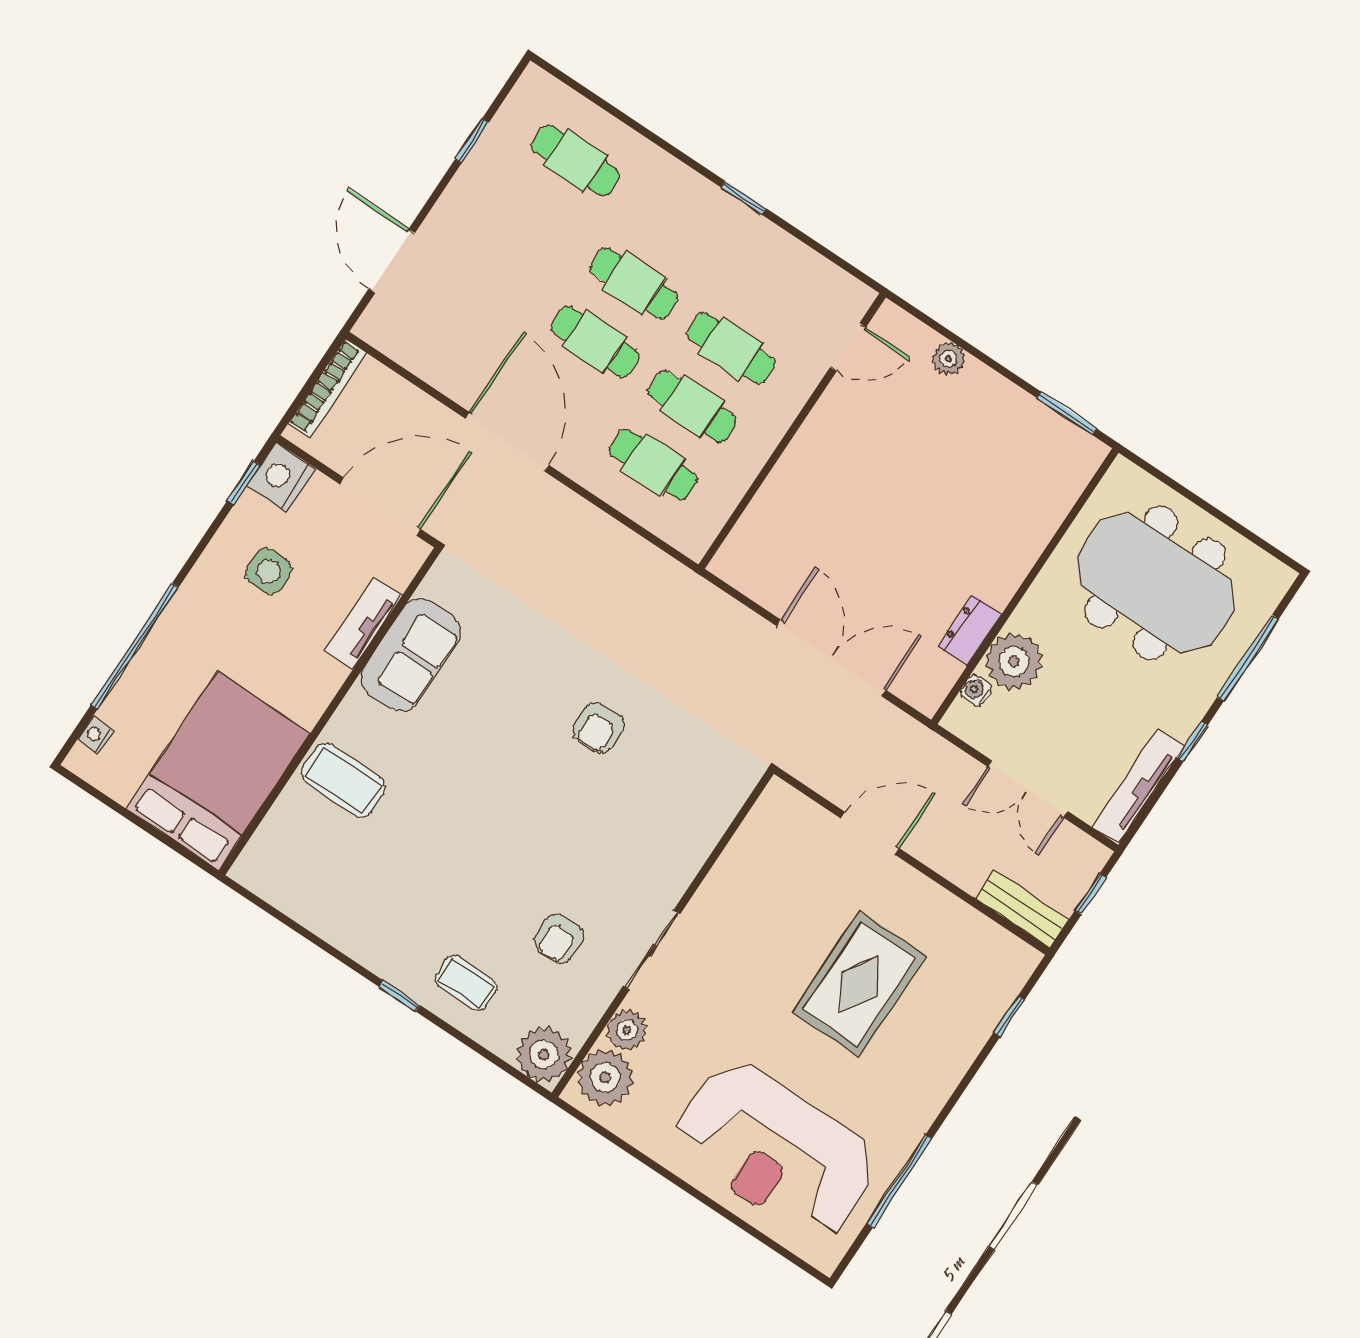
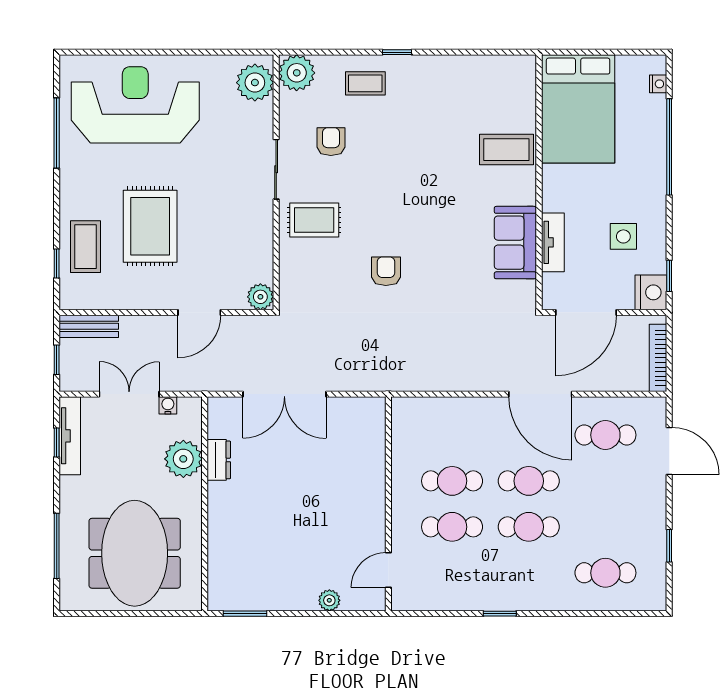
cafe table: (653, 465) -> (605, 435), moved
meeting table: (1155, 583) -> (135, 553), turned 90
water cooler: (976, 690) -> (168, 405), moved, turned -90
window: (1192, 741) -> (57, 442), moved
rug: (646, 853) -> (314, 220), added
coffee table: (958, 1013) -> (86, 247), added
plant: (627, 1030) -> (260, 297), moved

